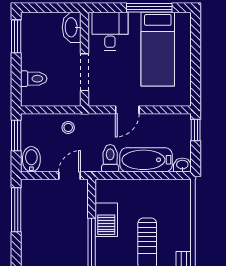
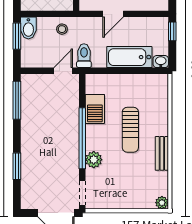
toilet: (110, 158) -> (84, 56), moved
bidet: (31, 159) -> (28, 28), moved, turned 180

